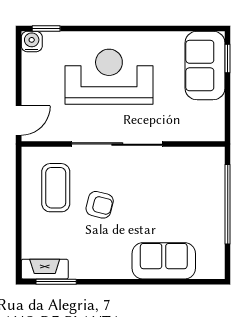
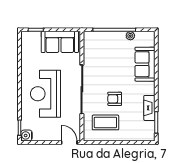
sofa: (205, 66) -> (60, 42), moved
armchair: (100, 205) -> (115, 99), turned -104
plant: (217, 234) -> (130, 36), added
fireplace: (45, 269) -> (149, 108), moved

